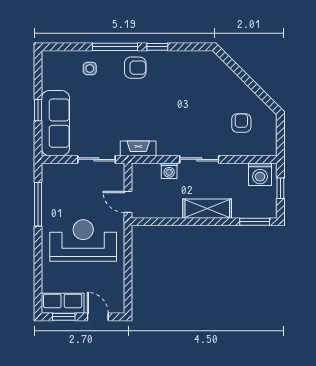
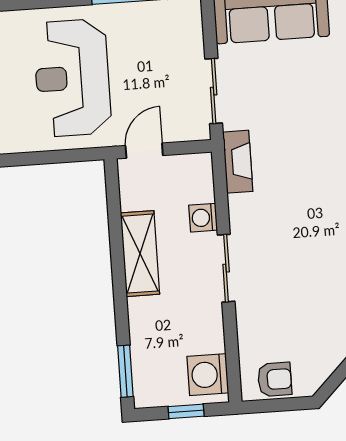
armchair: (241, 123) -> (275, 379), moved
shelving: (207, 209) -> (140, 254), moved
reception desk: (83, 241) -> (72, 78), turned 180

